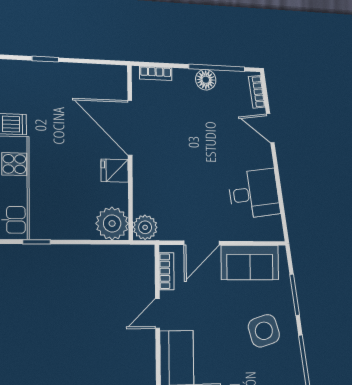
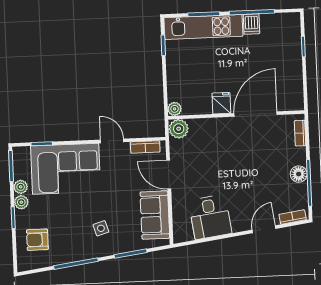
plant: (112, 223) -> (175, 109), width x0.53, depth x0.53
side table: (264, 331) -> (101, 228), width x0.54, depth x0.54

